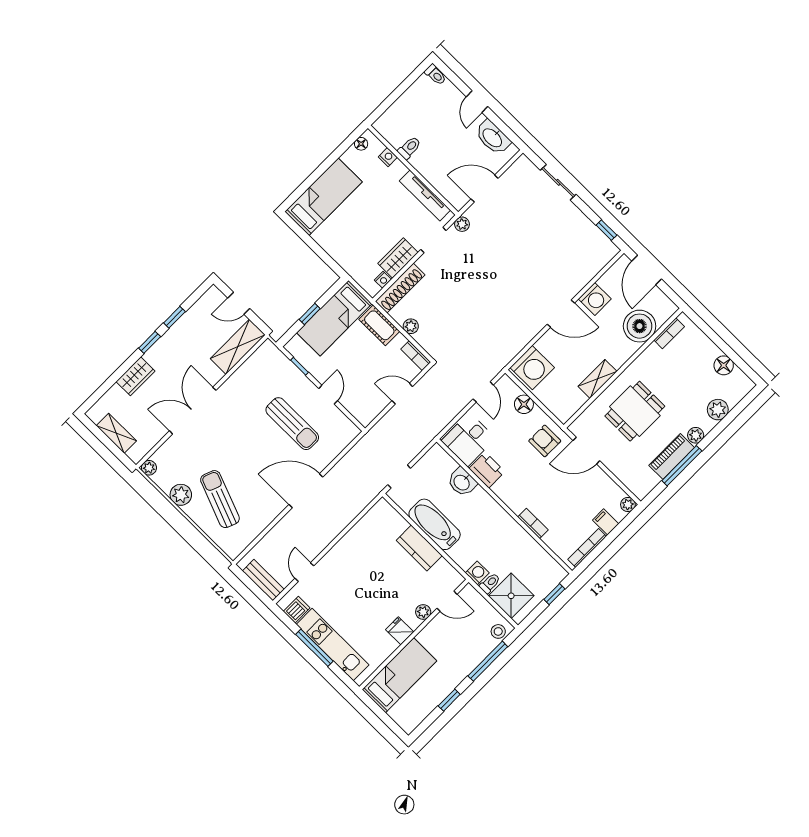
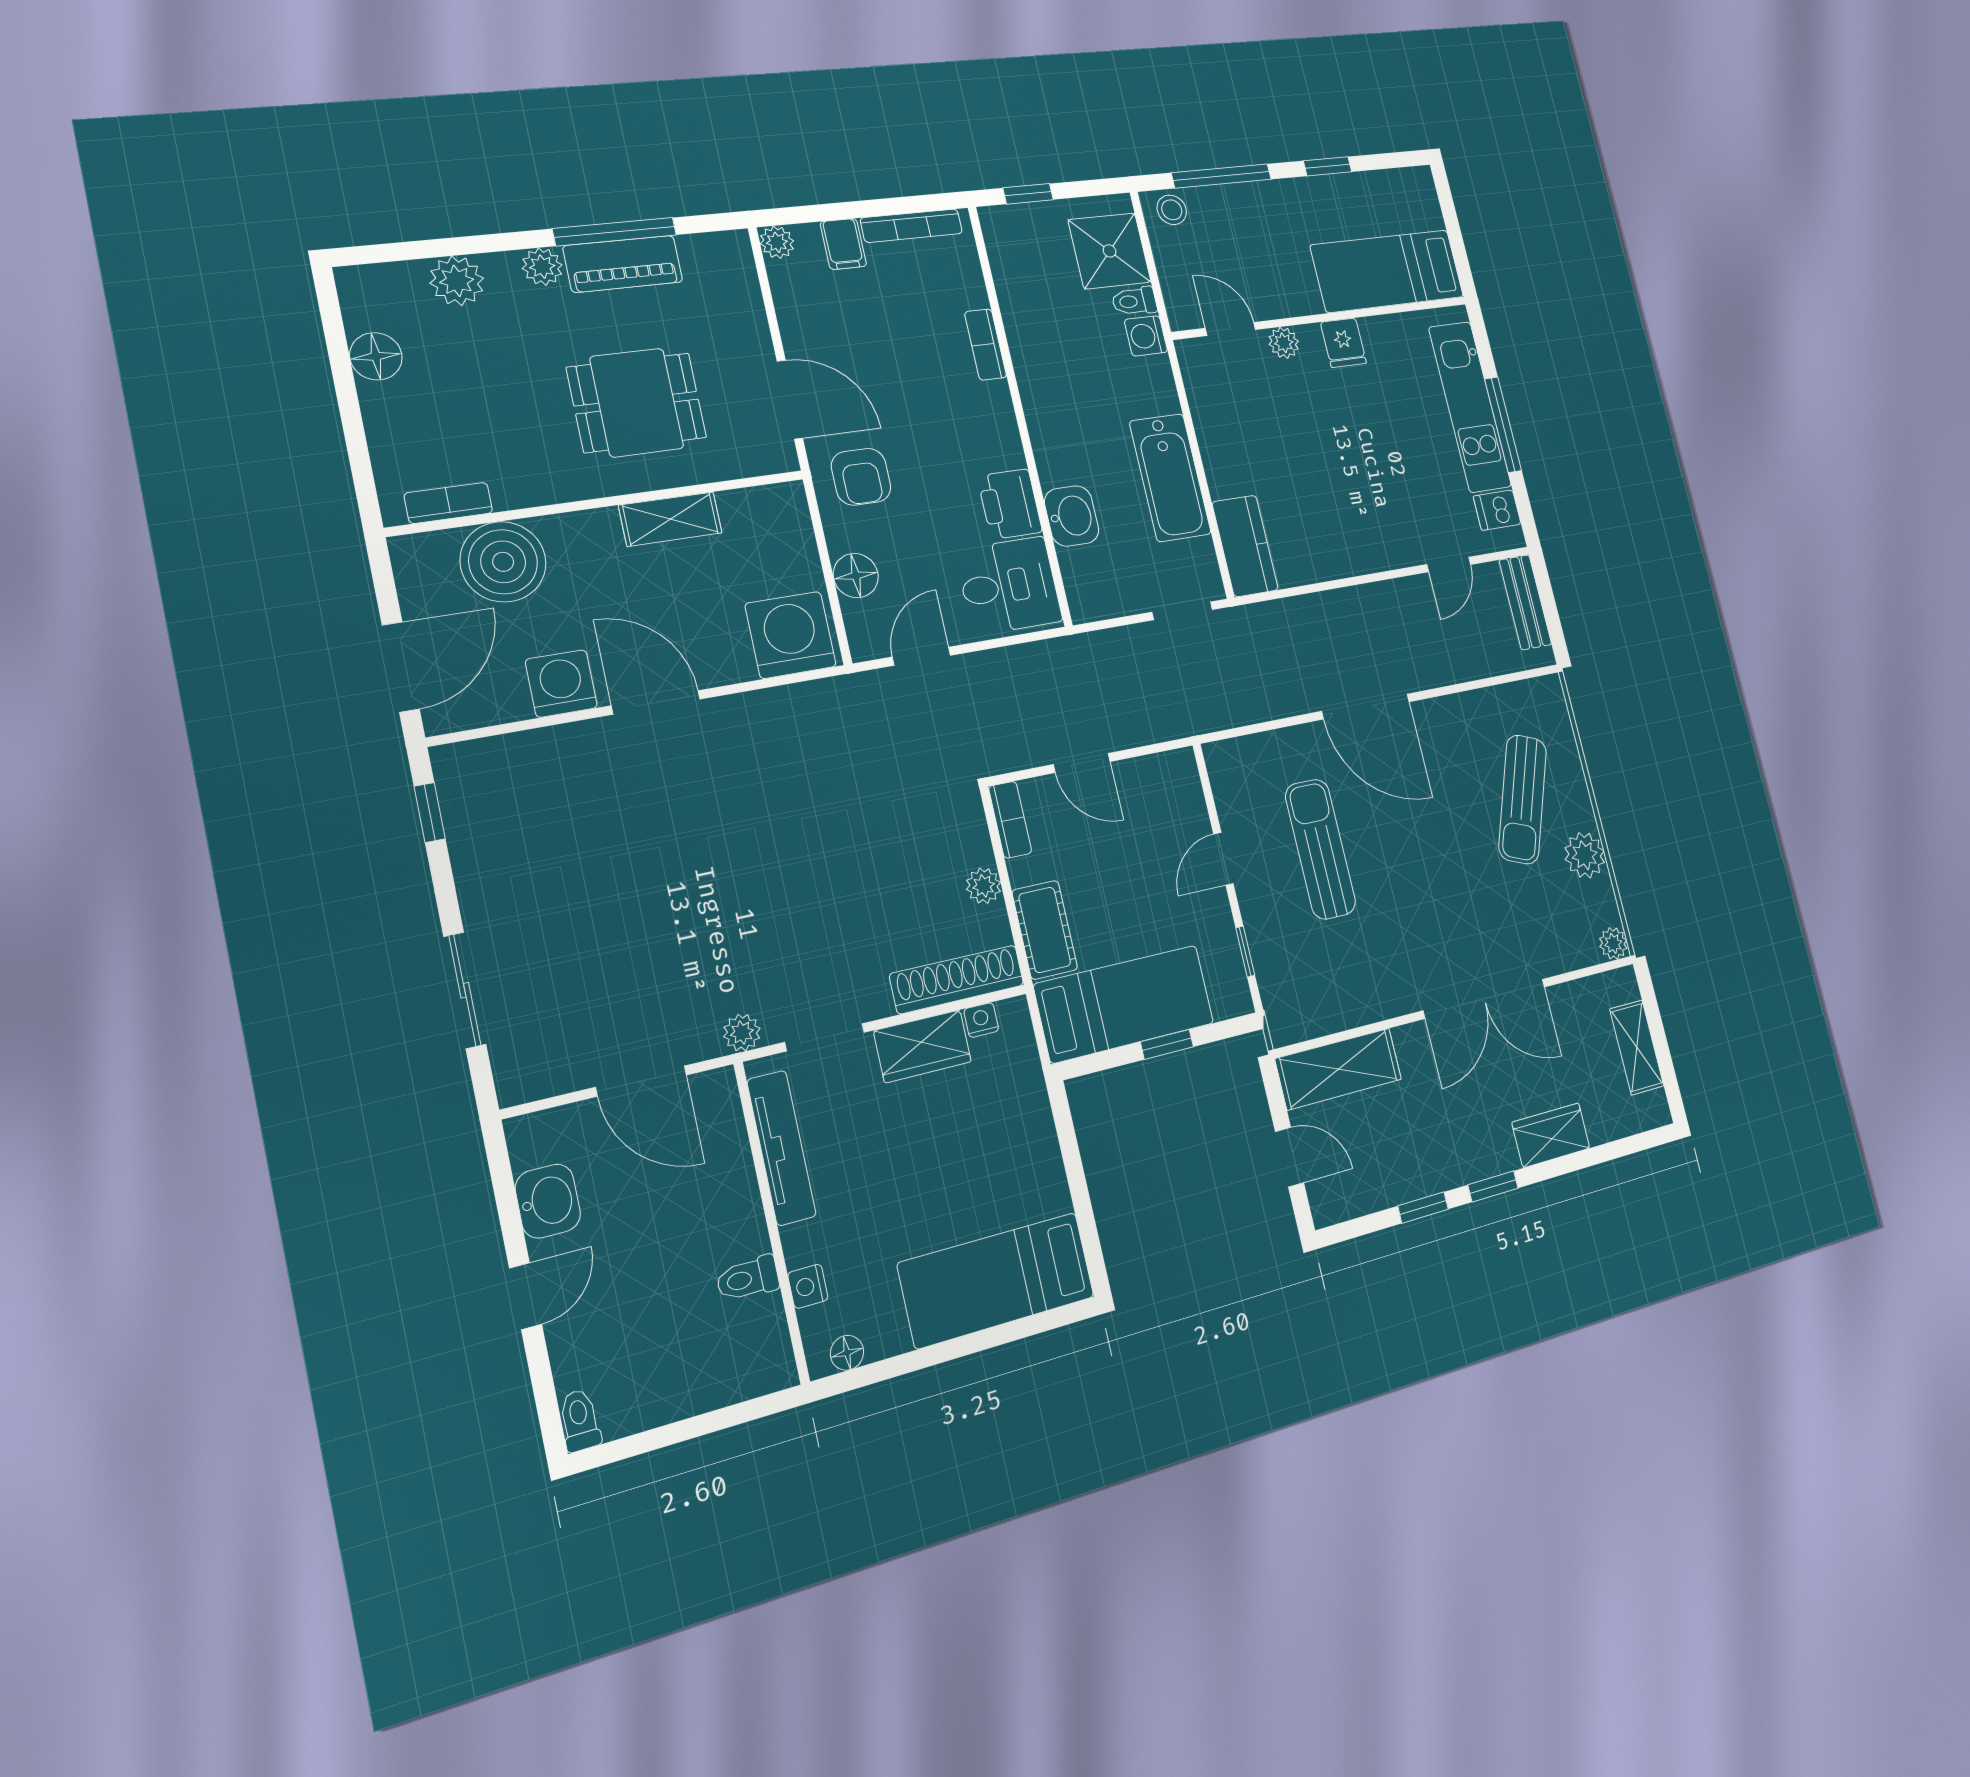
washbasin: (493, 137) -> (548, 1201), width x0.72
kitchen counter: (419, 548) -> (1245, 546), moved

